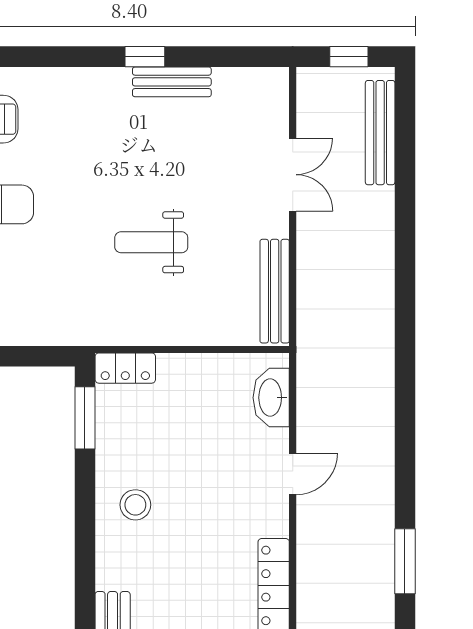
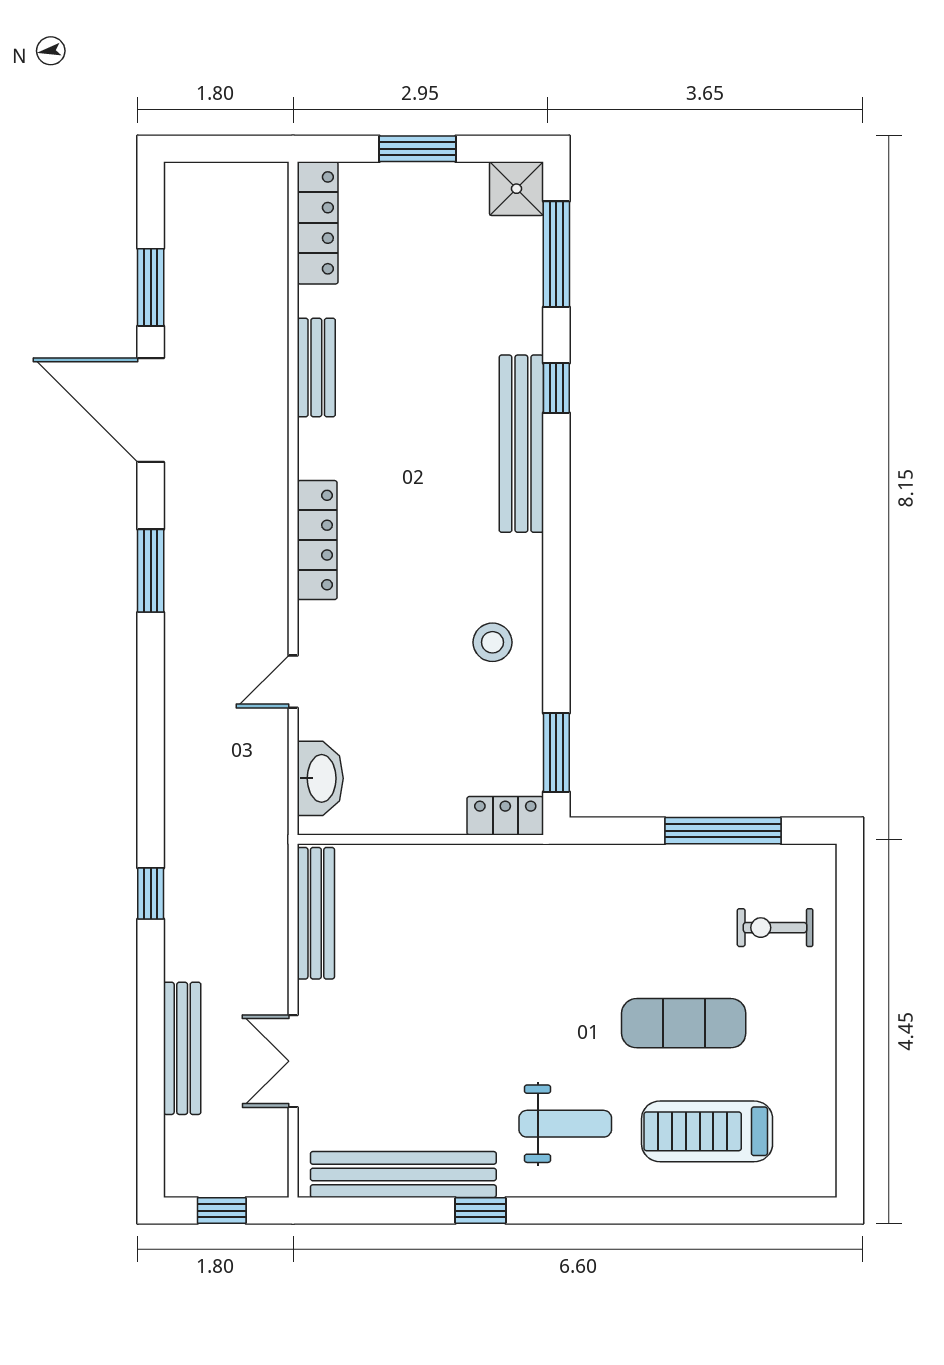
bench: (172, 82) -> (403, 1174), width x1.86, depth x1.21
bench: (380, 133) -> (182, 1048), moved
weight bench: (151, 242) -> (565, 1124), moved
window: (405, 307) -> (151, 894), added

